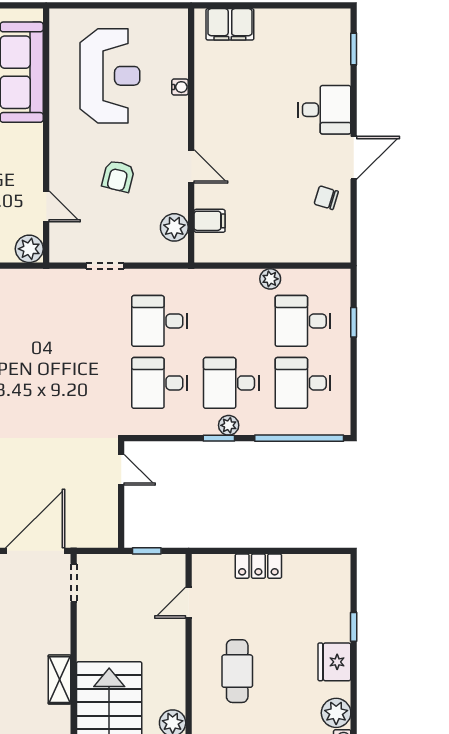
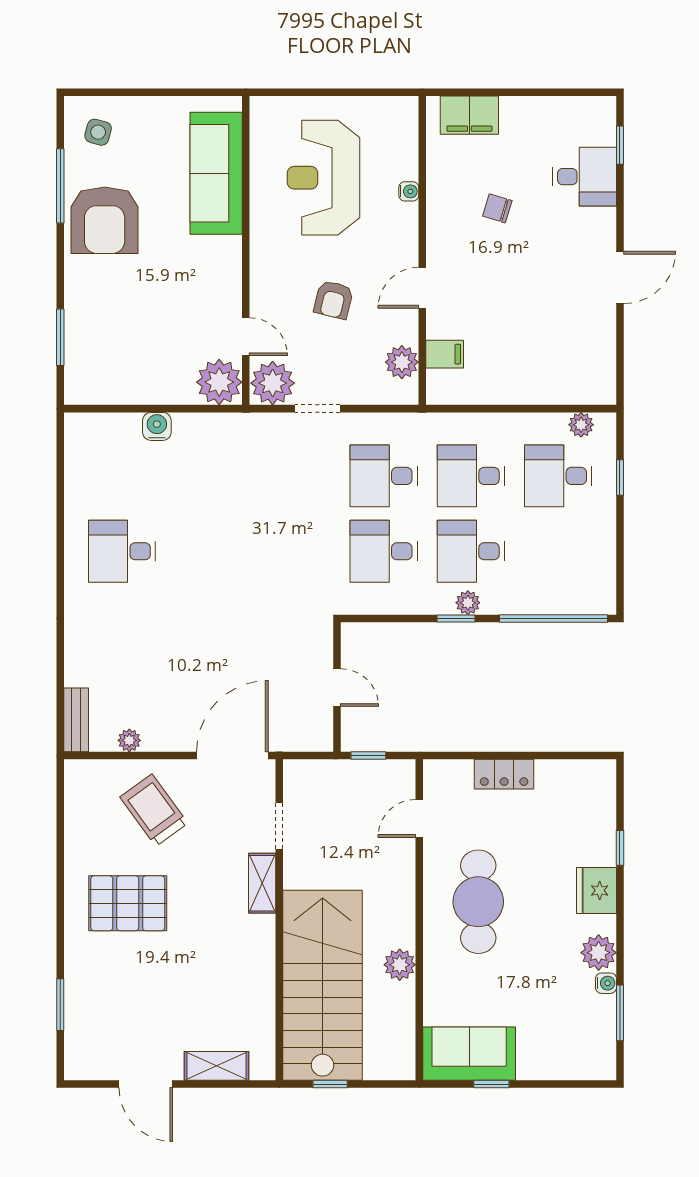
reception desk: (110, 76) -> (323, 178), turned 180
desk: (325, 110) -> (584, 177), moved
door: (191, 166) -> (422, 288), swing flipped
chair: (326, 198) -> (497, 208), moved
plant: (68, 245) -> (273, 383), added
plant: (29, 249) -> (219, 382), width x1.36, depth x1.36
plant: (270, 279) -> (581, 425), moved
desk: (303, 383) -> (471, 476), moved
door: (121, 470) -> (337, 688), moved
doorway: (74, 583) -> (279, 826), moved
cafe table: (237, 671) -> (478, 902), width x1.37, depth x1.35
shelving: (59, 680) -> (262, 883), moved

